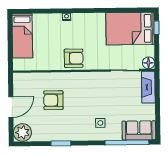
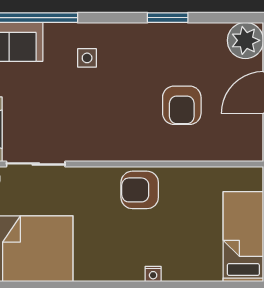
armchair: (53, 100) -> (182, 105), turned 90

